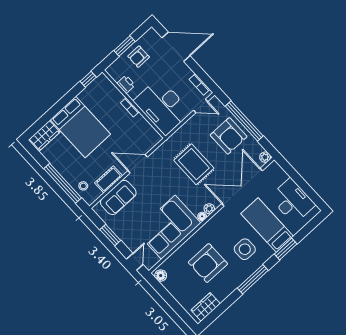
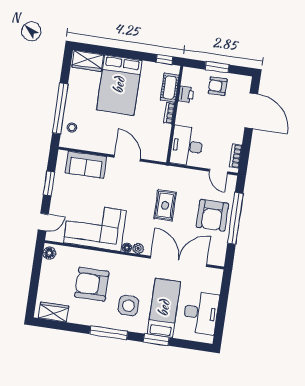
desk: (162, 106) -> (187, 146), width x0.73, depth x0.77
plant: (265, 157) -> (219, 260), removed
rug: (194, 164) -> (165, 205), width x0.73, depth x0.70
cot: (109, 179) -> (170, 88), moved, turned 90

